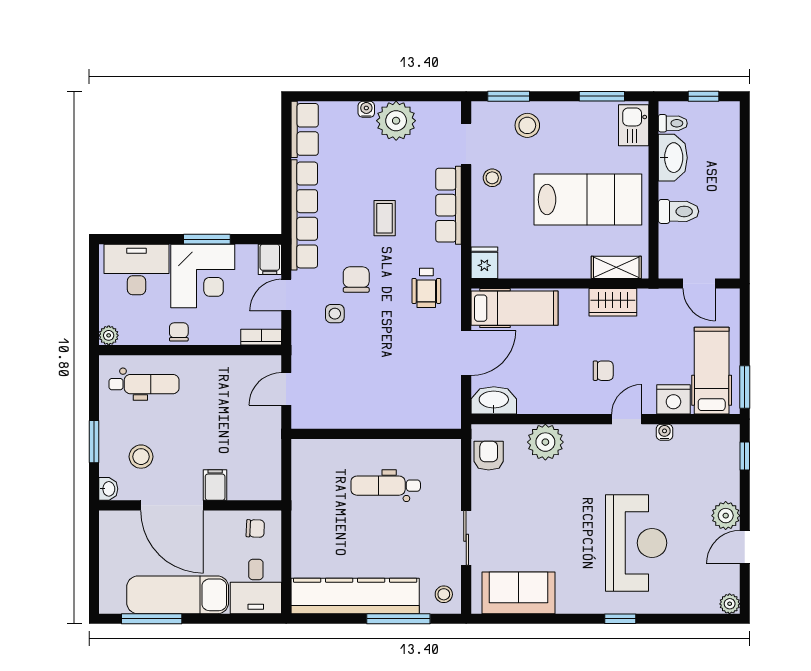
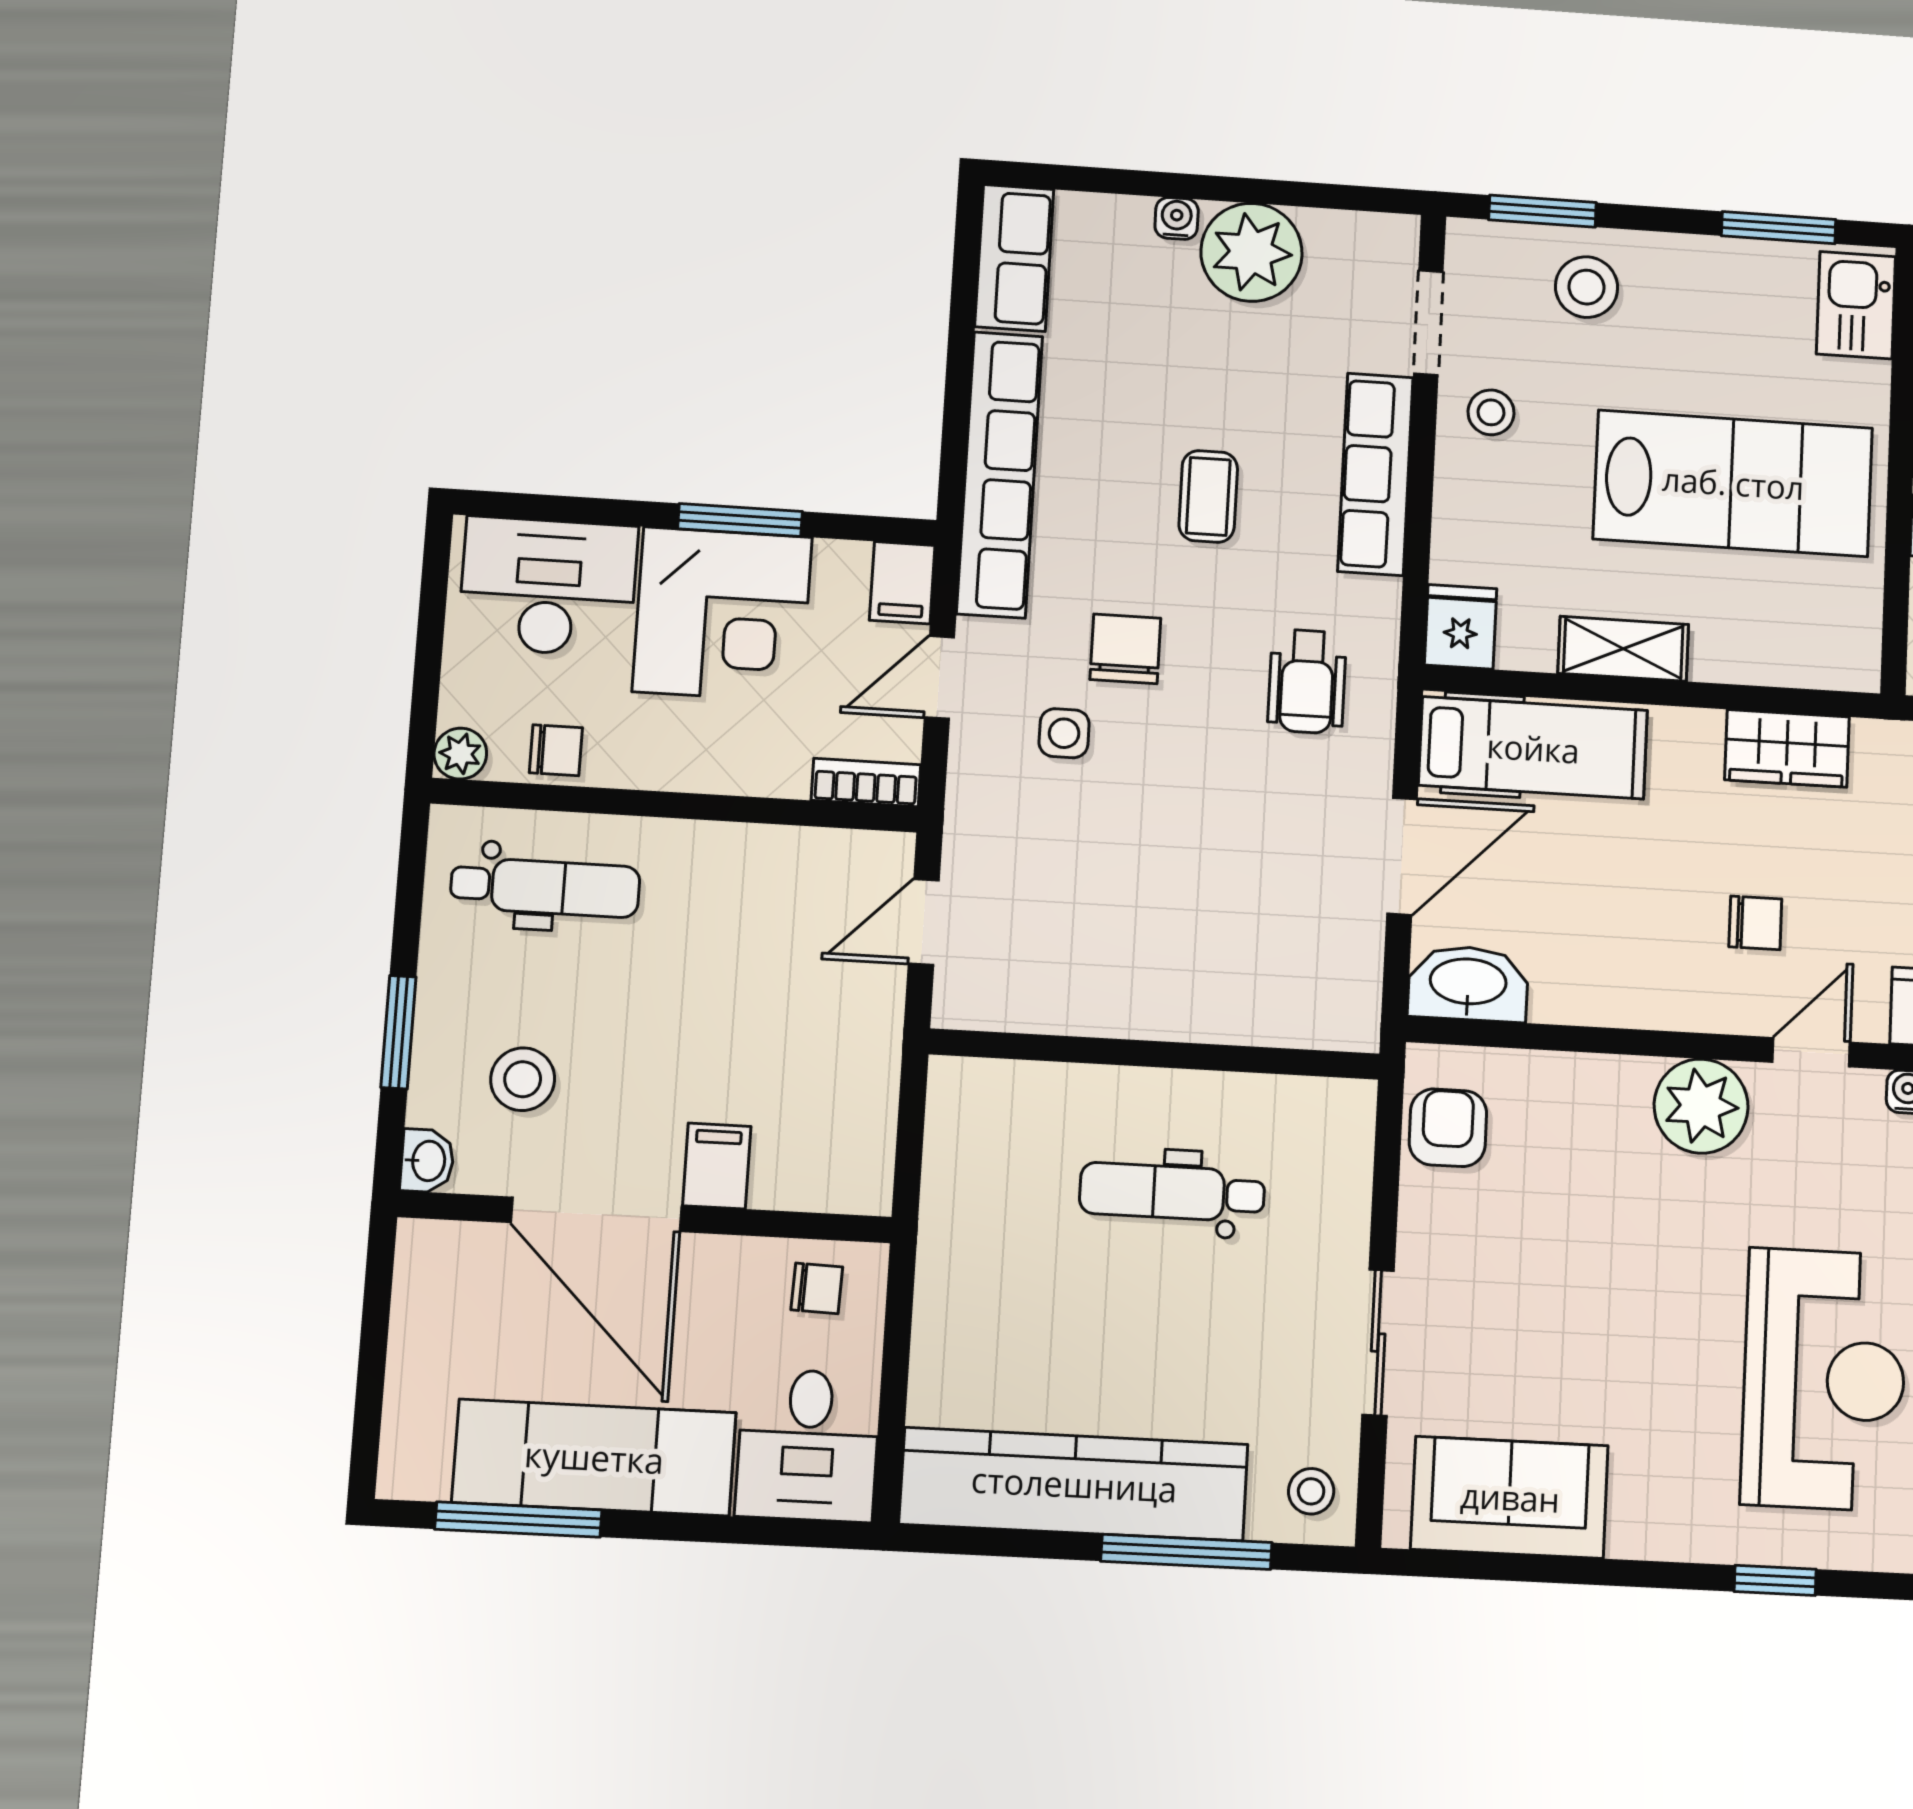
shelving: (616, 267) -> (1623, 649), moved
chair: (179, 332) -> (556, 750), moved, turned 90
plant: (545, 442) -> (1701, 1106), moved

